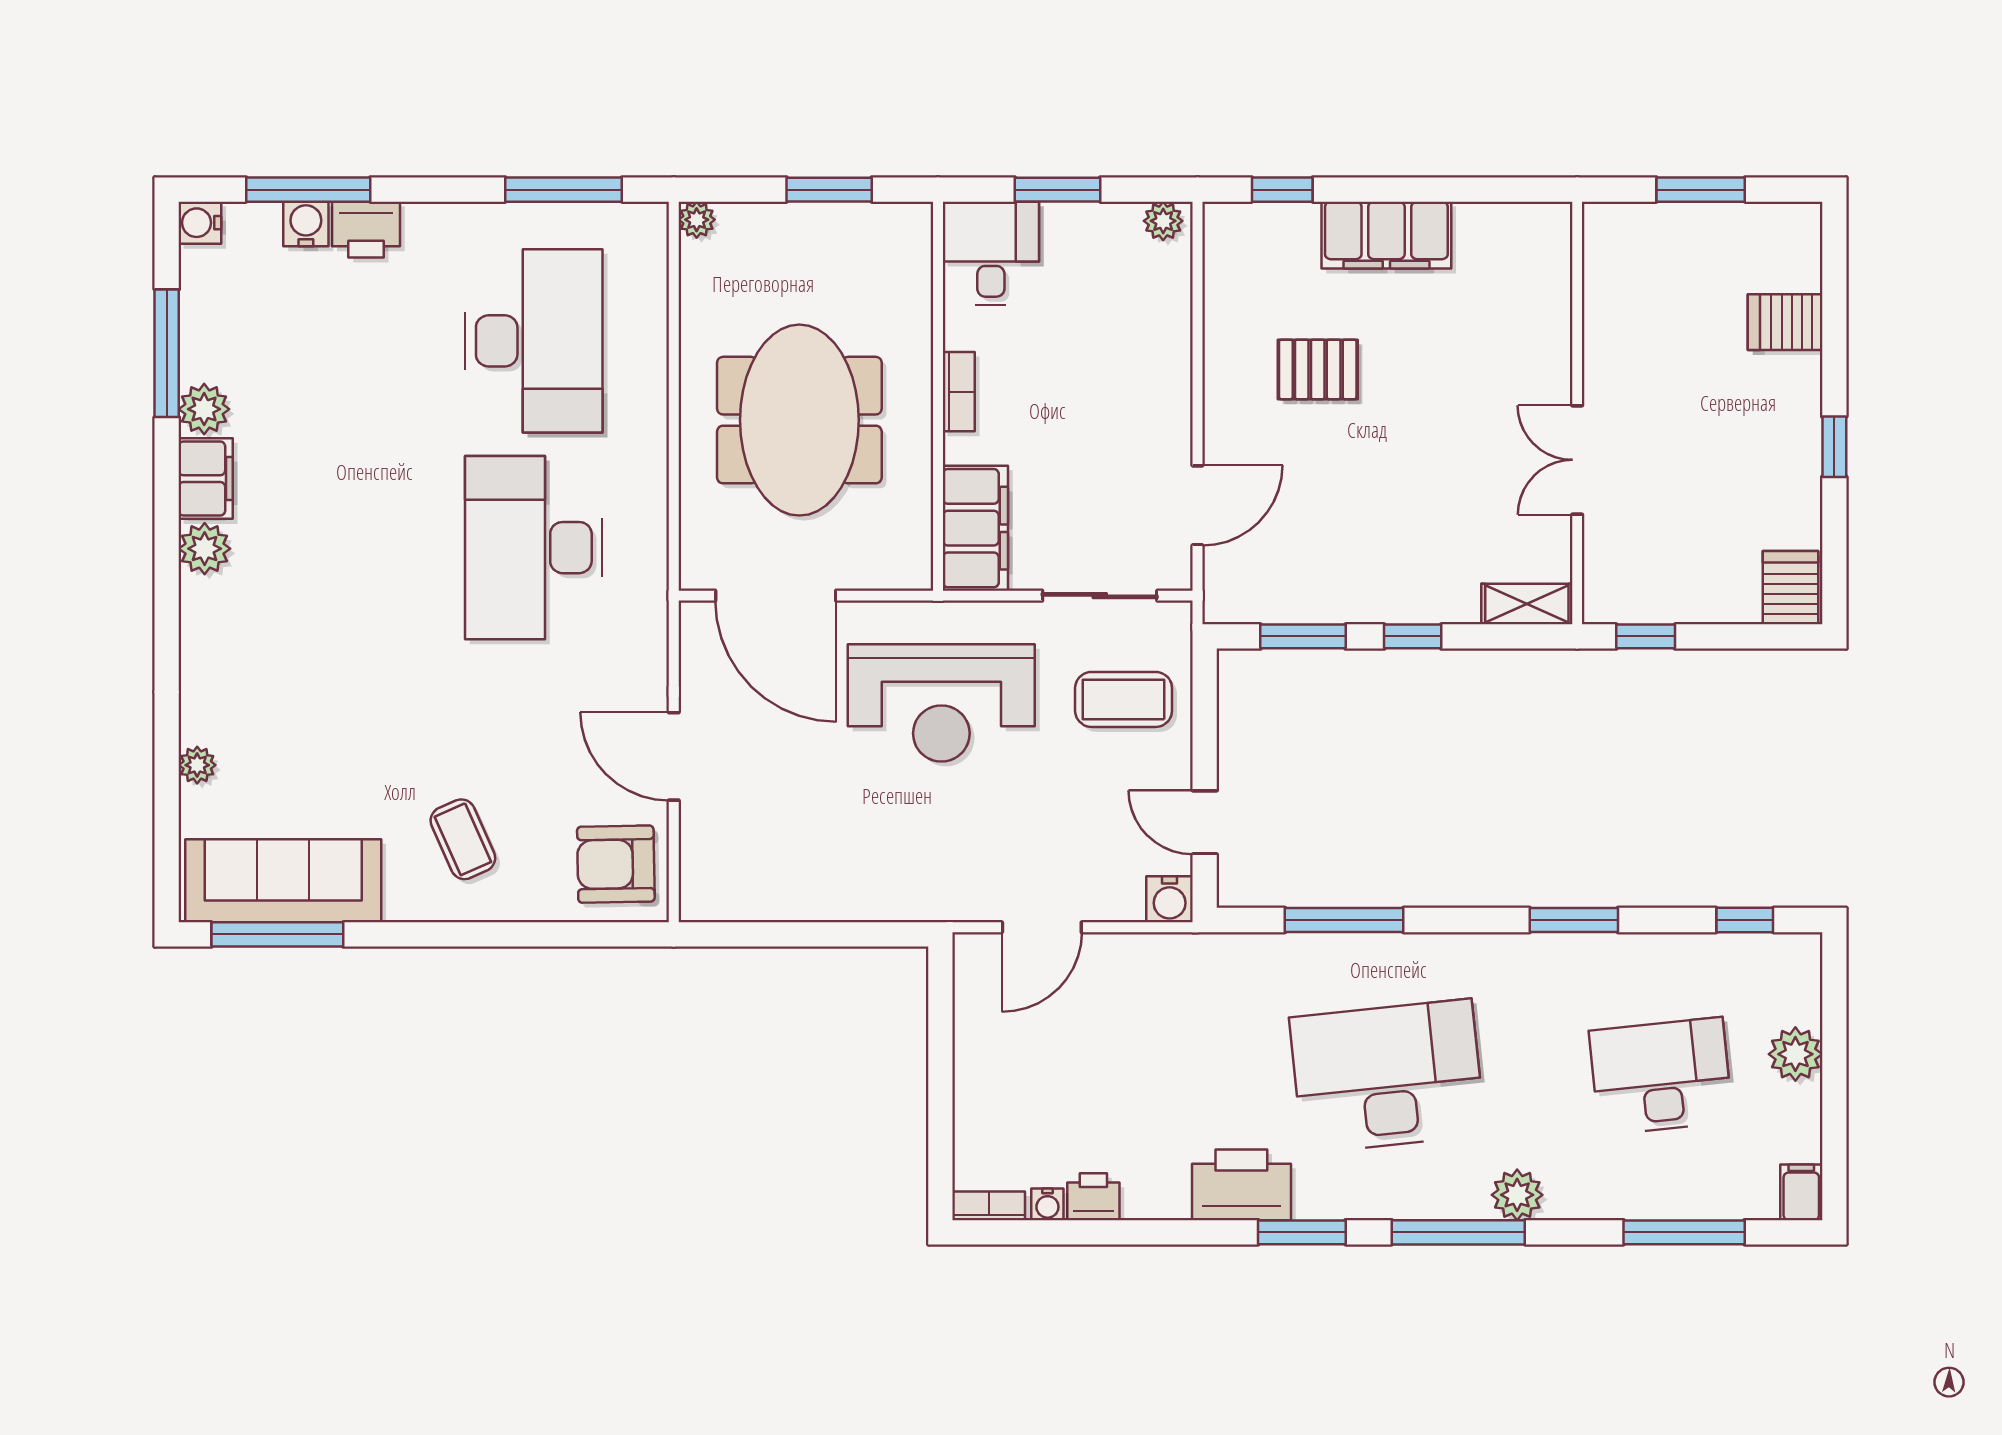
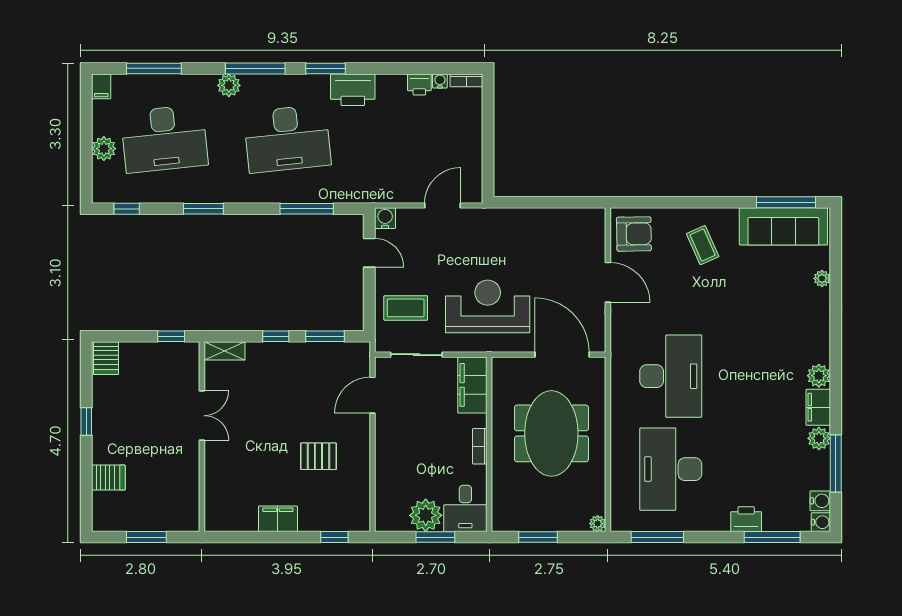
plant: (1163, 221) -> (426, 515), moved, width x1.88, depth x1.88
water cooler: (306, 224) -> (820, 501), moved, turned -90
filing cabinet: (1386, 235) -> (278, 519), width x0.67, depth x0.86
desk: (1661, 1076) -> (164, 139), width x1.36, depth x1.30

